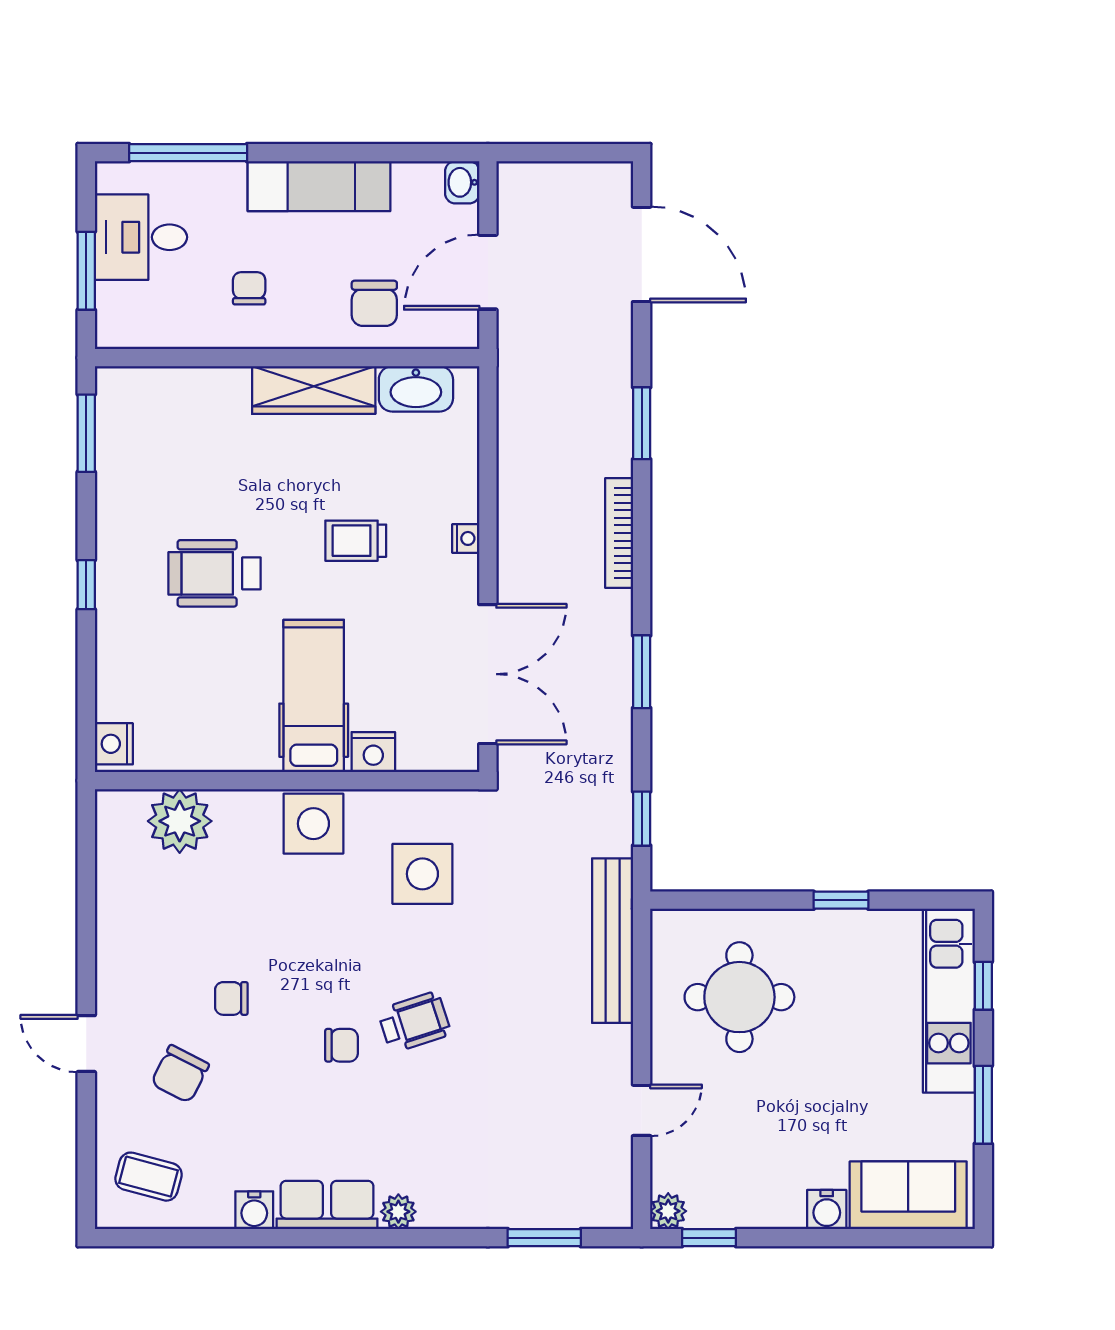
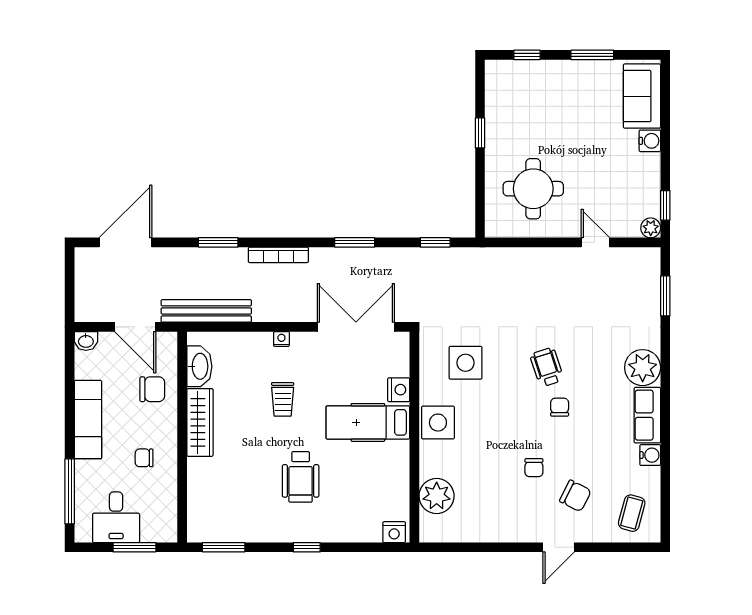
bench: (613, 941) -> (206, 311), moved
kitchen unit: (949, 1001) -> (535, 74), removed
plant: (398, 1212) -> (643, 368), width x1.88, depth x1.88

